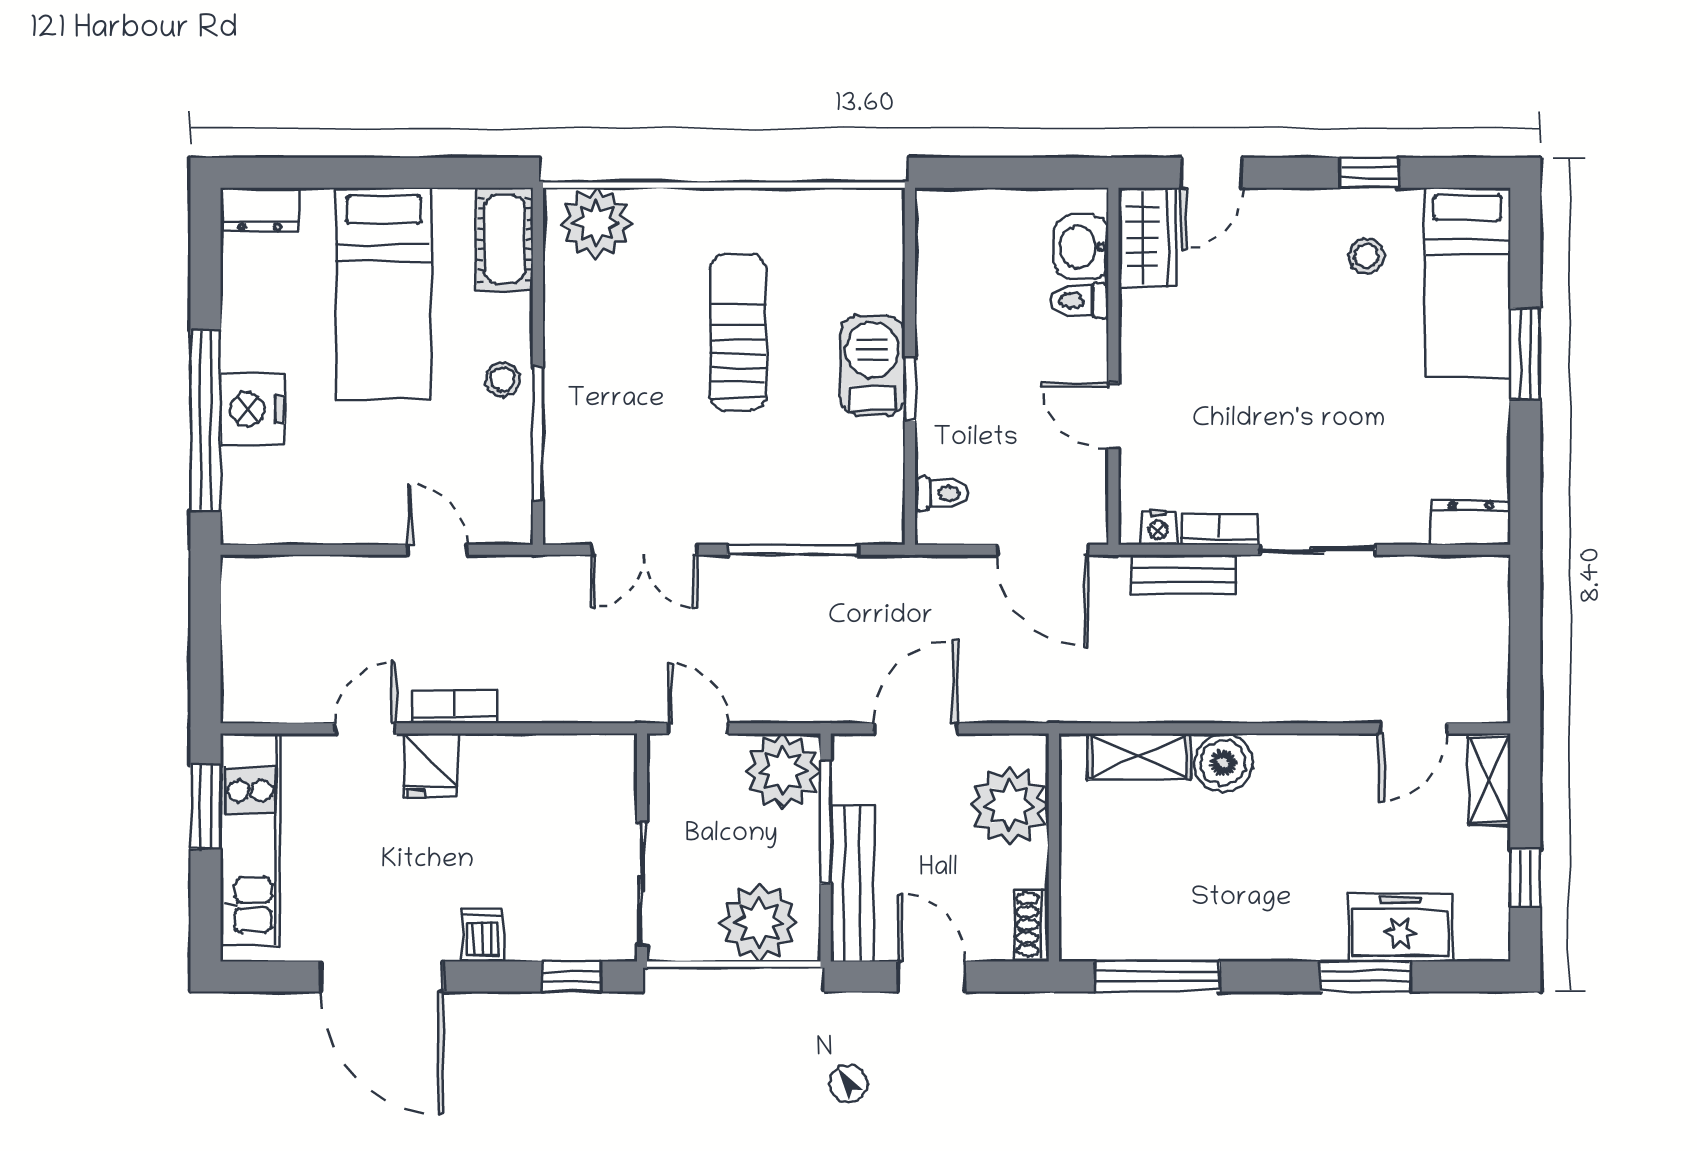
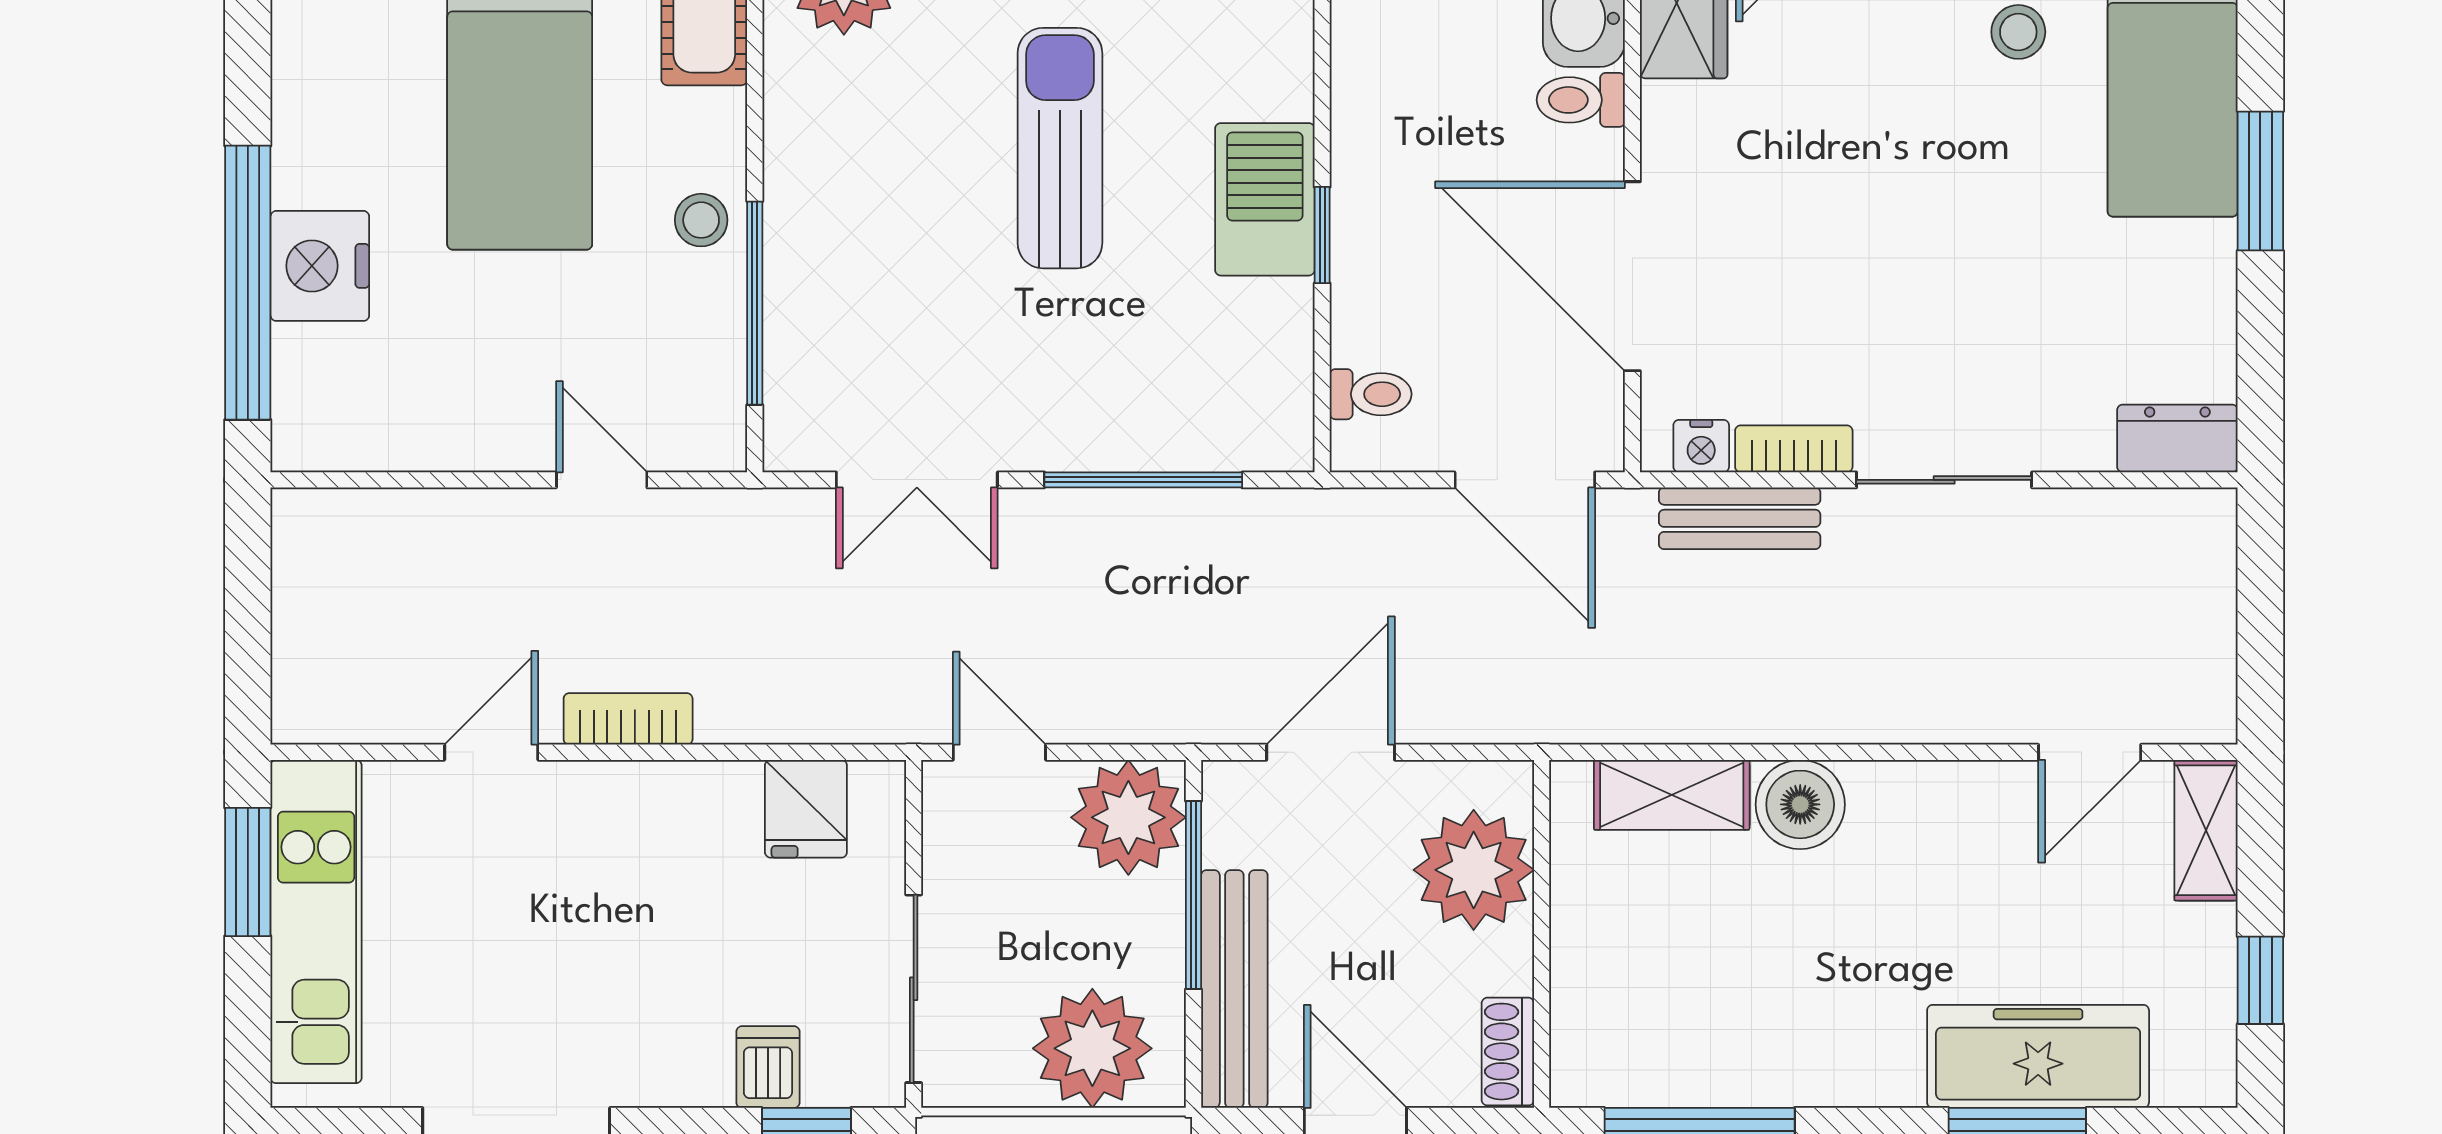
door: (1113, 416) -> (1632, 276), width x1.88
fridge: (431, 765) -> (806, 809), moved
freezer: (1400, 928) -> (2038, 1056), width x1.40
dishwasher: (482, 935) -> (768, 1067), moved

